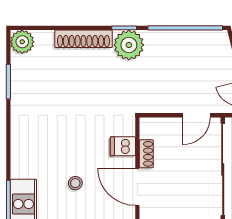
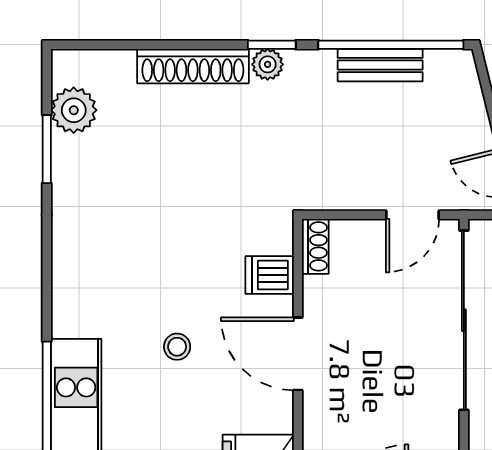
bench: (180, 38) -> (380, 65), added
plant: (22, 42) -> (74, 110), moved
plant: (129, 45) -> (268, 64), width x0.53, depth x0.53
shoe rack: (146, 154) -> (315, 246), moved

